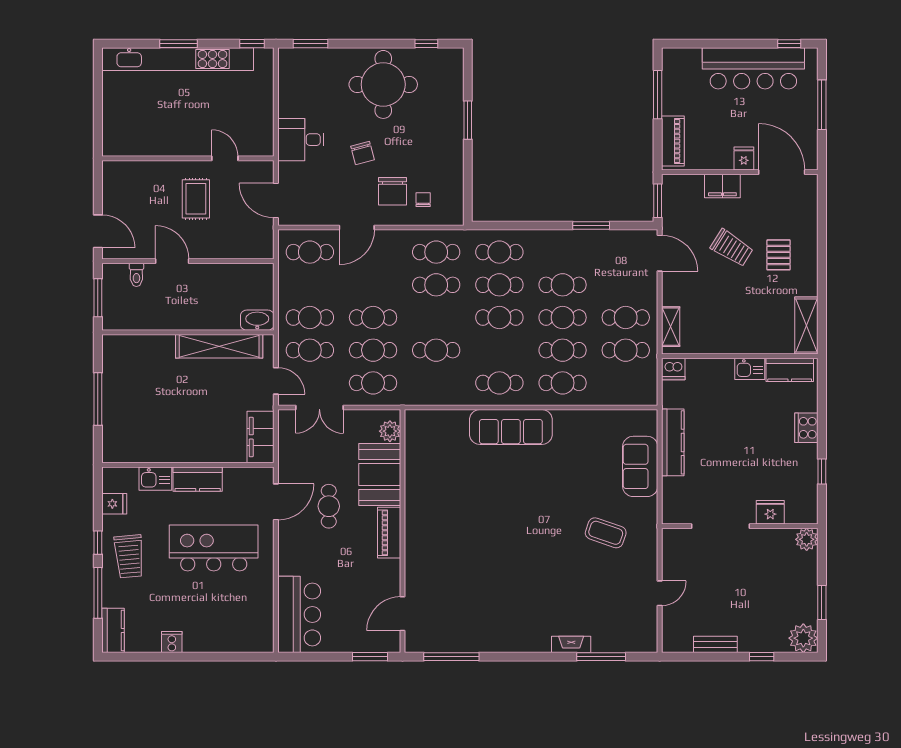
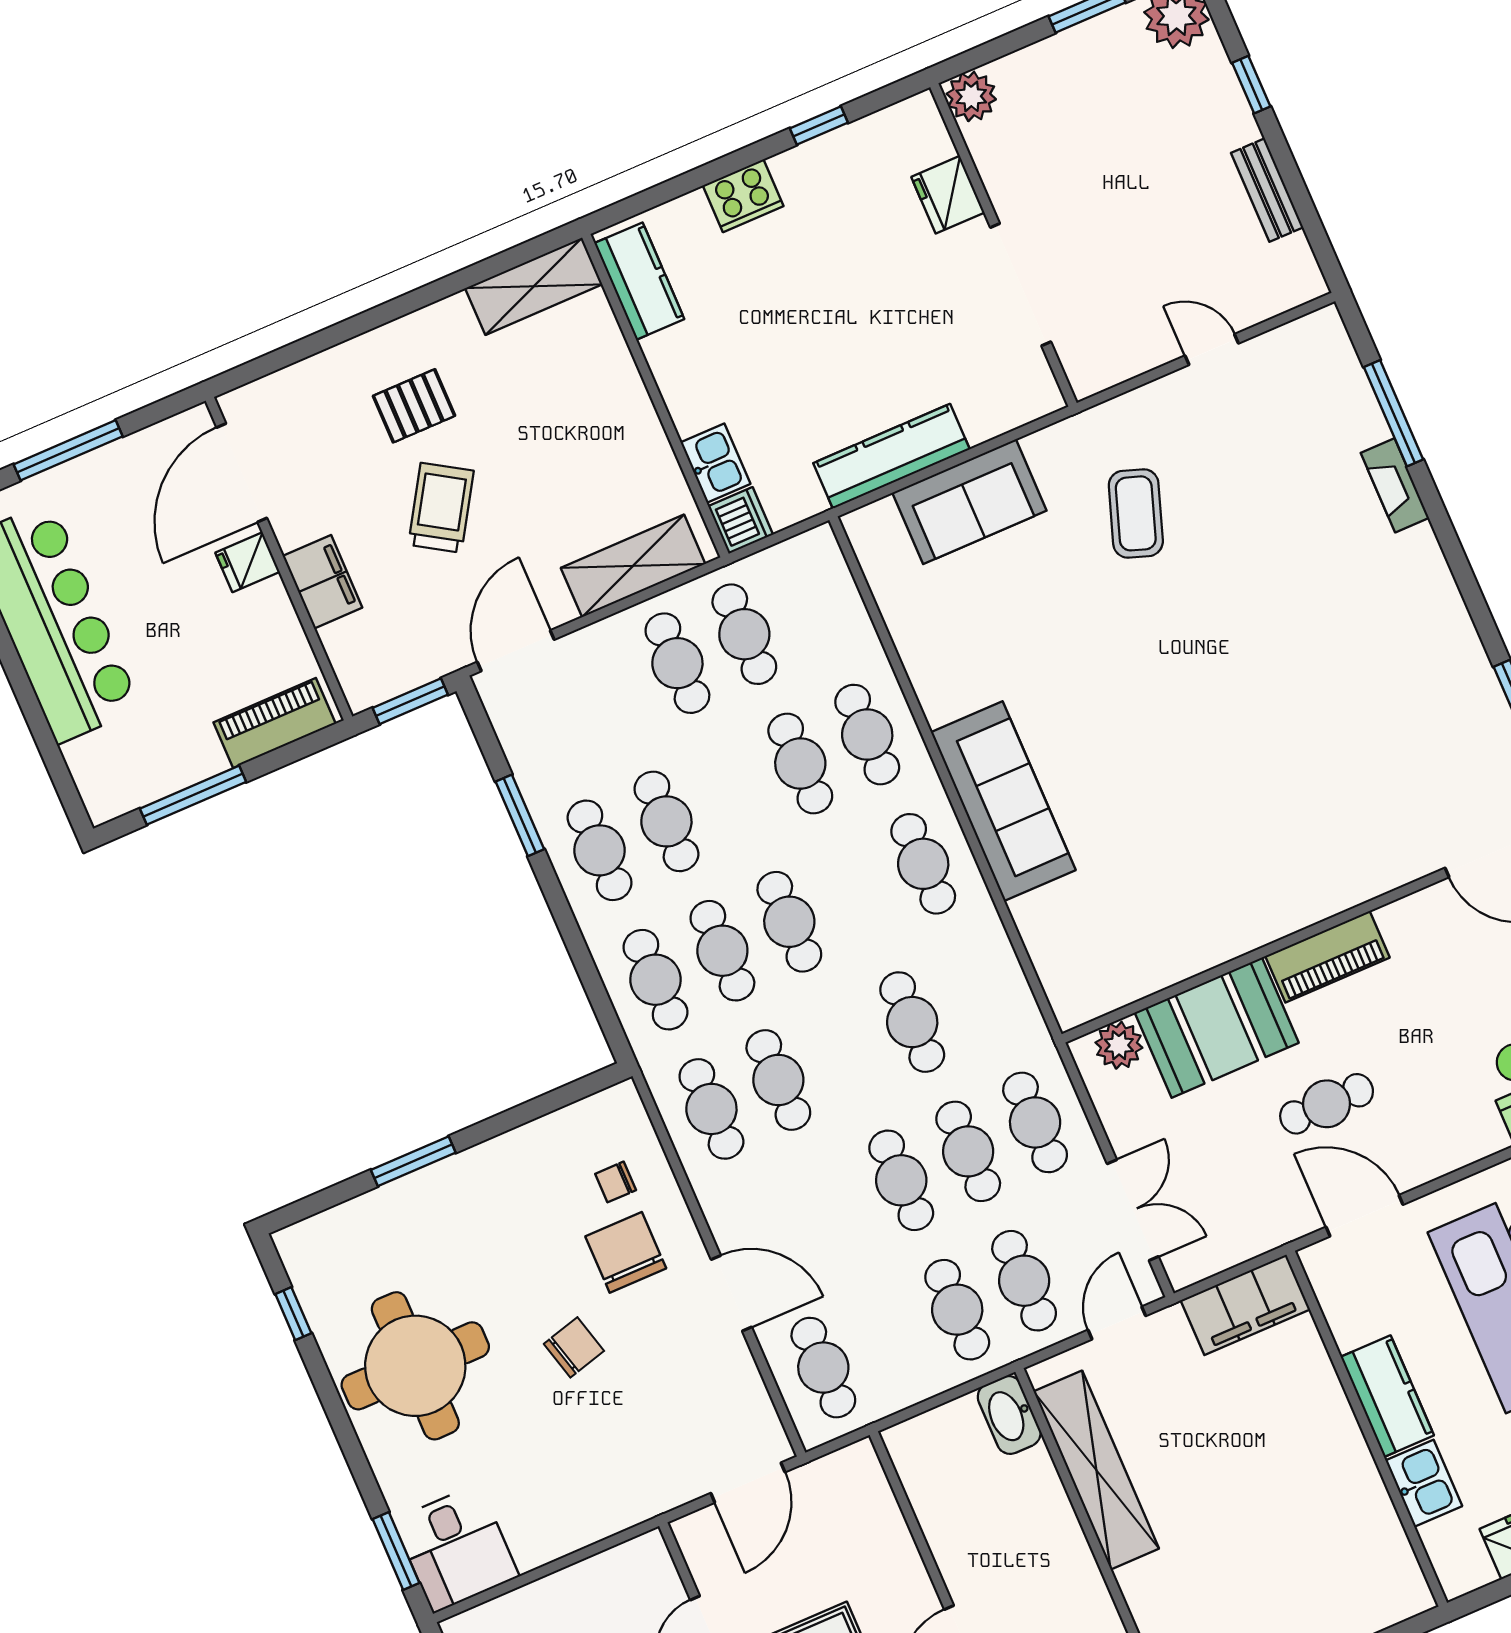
desk: (301, 140) -> (456, 1548), moved
chair: (392, 191) -> (626, 1252), turned -90
cafe table: (563, 318) -> (600, 850), moved
shelving: (671, 327) -> (633, 566), width x1.50, depth x1.33
kitchen sink: (750, 369) -> (715, 463), moved

